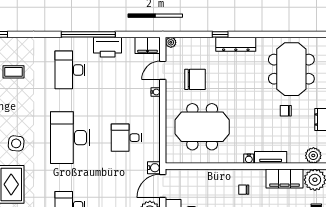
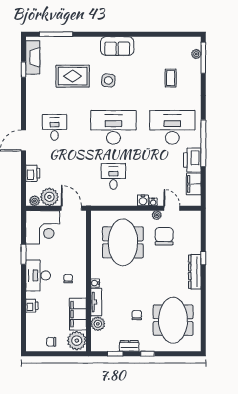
plant: (171, 42) -> (157, 215), moved
filing cabinet: (148, 45) -> (194, 184), moved
meeting table: (291, 69) -> (173, 320), turned 90
desk: (70, 70) -> (172, 127), width x1.36, depth x1.30
chair: (195, 79) -> (164, 236), turned 180
plant: (313, 155) -> (98, 324), moved
water cooler: (154, 168) -> (143, 200), moved

